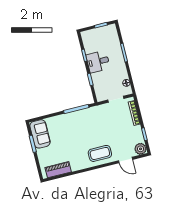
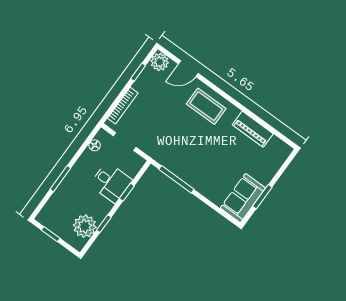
plant: (91, 45) -> (85, 226), added
desk: (98, 62) -> (111, 182), moved
door: (126, 160) -> (188, 69), swing flipped
piano: (58, 170) -> (253, 129), moved

